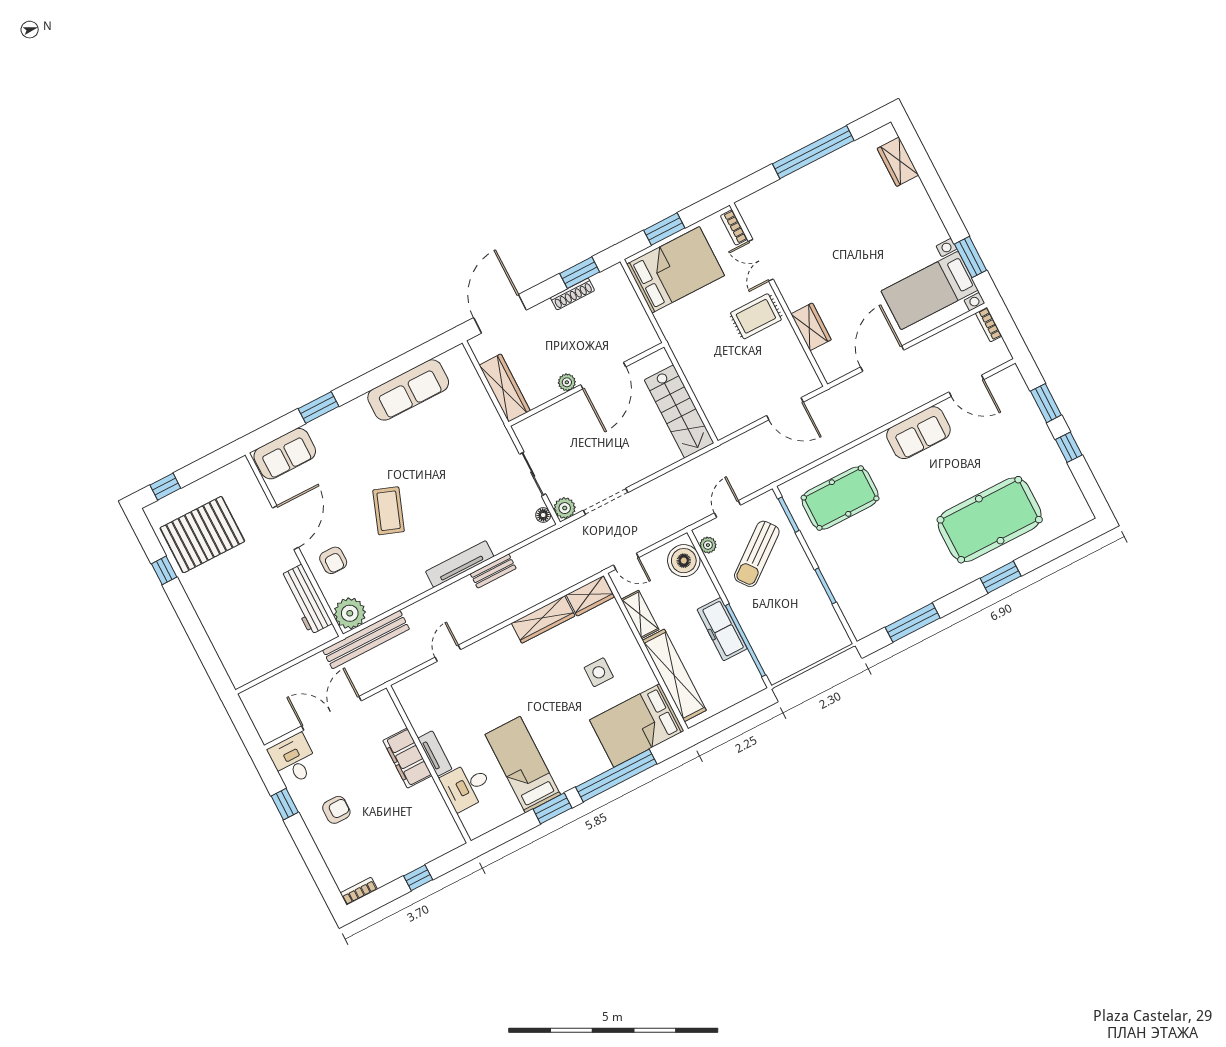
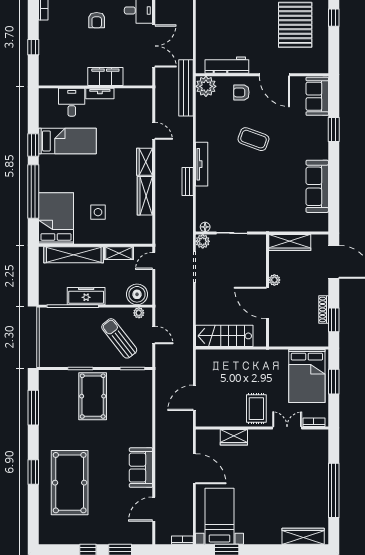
wardrobe: (898, 162) -> (303, 536), width x1.50
pool table: (840, 498) -> (93, 396), moved
wardrobe: (590, 596) -> (145, 162), moved

